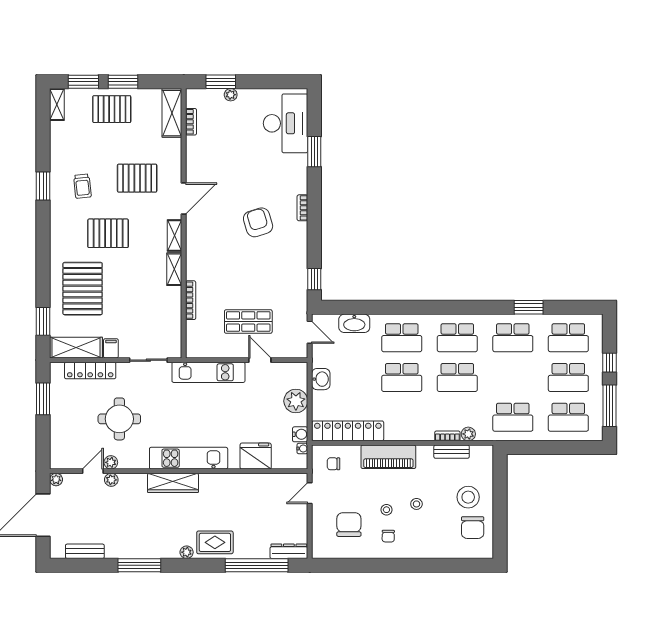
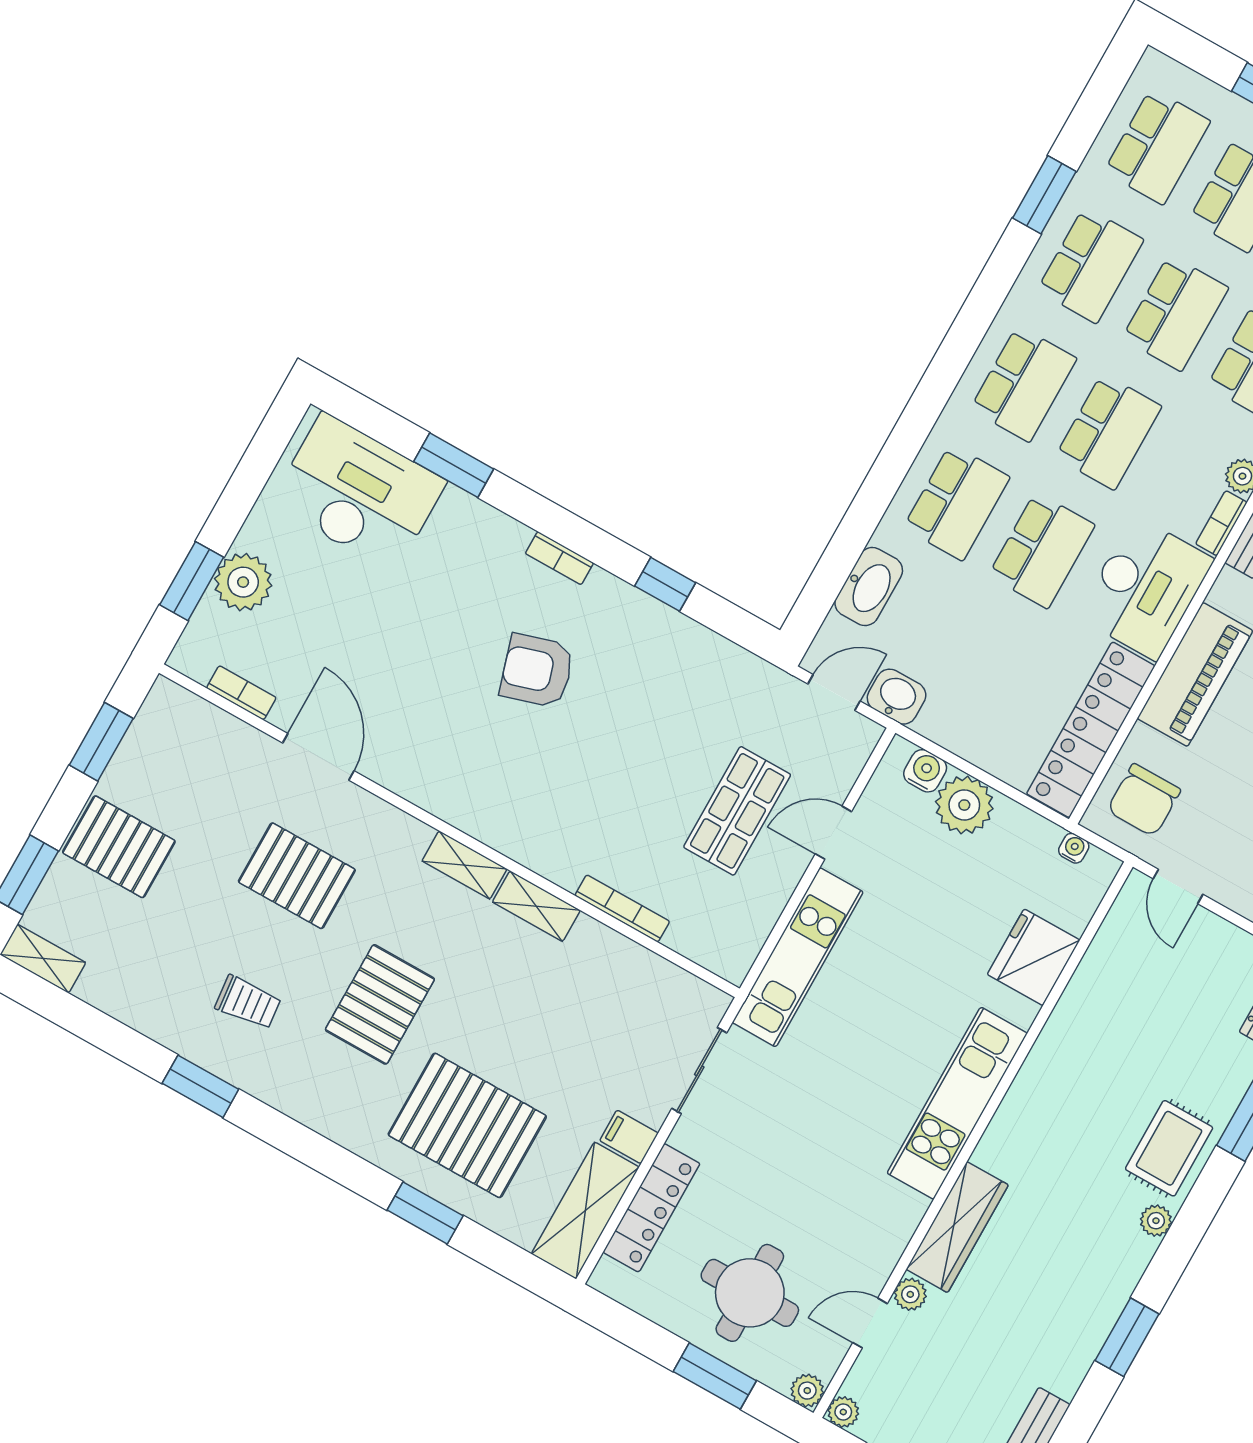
window: (123, 82) -> (101, 742), moved
plant: (231, 95) -> (243, 582), width x1.88, depth x1.88
pallet: (112, 109) -> (119, 847), turned 90
shelving: (172, 113) -> (200, 723), removed
pallet: (137, 178) -> (297, 876), turned 90
door: (184, 198) -> (318, 757), moved
window: (314, 279) -> (665, 584), moved
window: (43, 321) -> (425, 1213), moved
school desk: (513, 377) -> (1175, 313), added
washbasin: (321, 379) -> (897, 697), moved
window: (43, 399) -> (715, 1376), moved
round table: (119, 419) -> (750, 1293), moved
desk: (409, 422) -> (1145, 588), added
water cooler: (300, 434) -> (925, 771), moved
plant: (111, 462) -> (807, 1391), moved
chair: (334, 464) -> (1144, 800), width x1.87, depth x1.87
door: (93, 471) -> (870, 1323), hinge flipped
wardrobe: (173, 483) -> (957, 1227), moved
window: (139, 565) -> (1127, 1337), width x0.69

